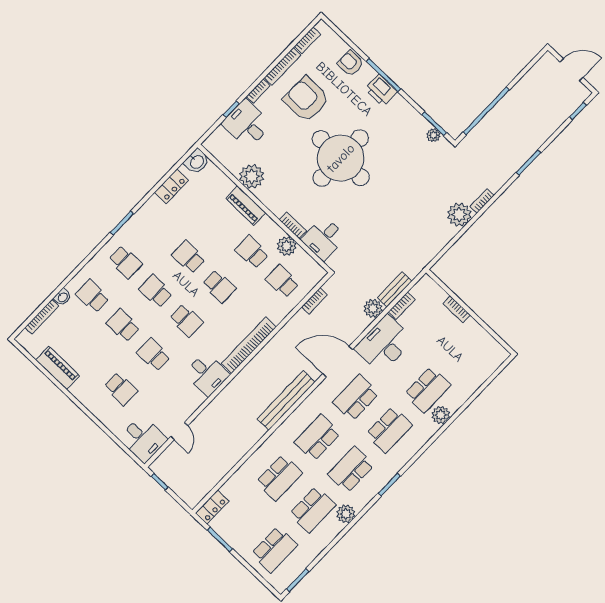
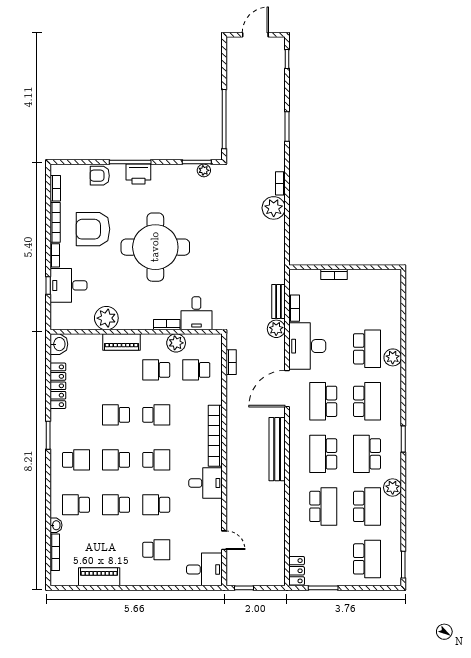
locker: (171, 186) -> (58, 386), width x1.53

